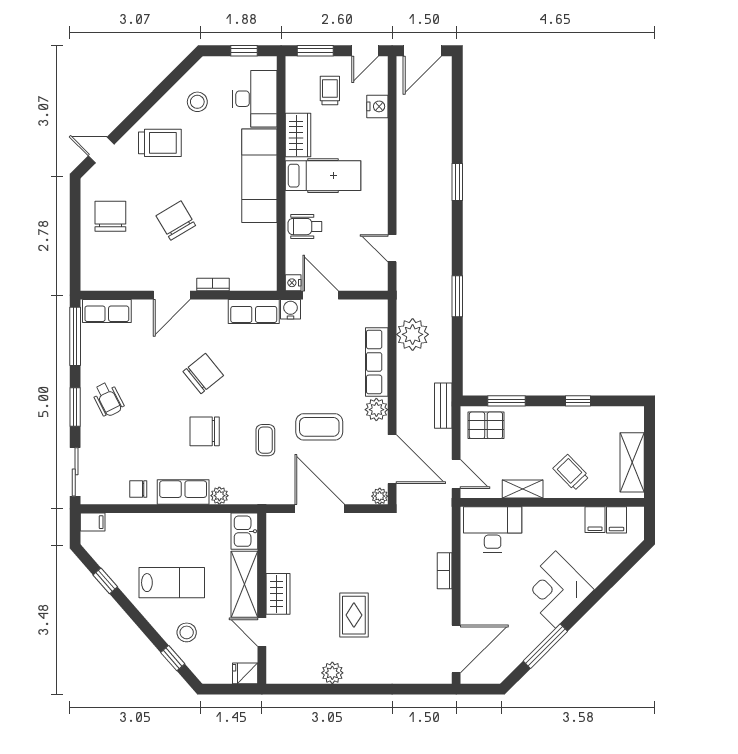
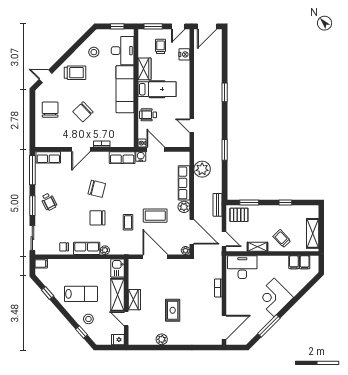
chair: (176, 221) -> (83, 112), turned -103
chair: (203, 374) -> (97, 189), turned 53

